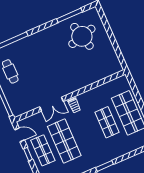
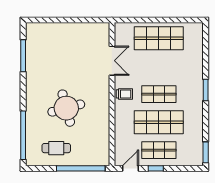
round table: (82, 36) -> (66, 108), moved
double door: (51, 104) -> (112, 61), moved
shop shelf: (107, 122) -> (159, 94), moved

